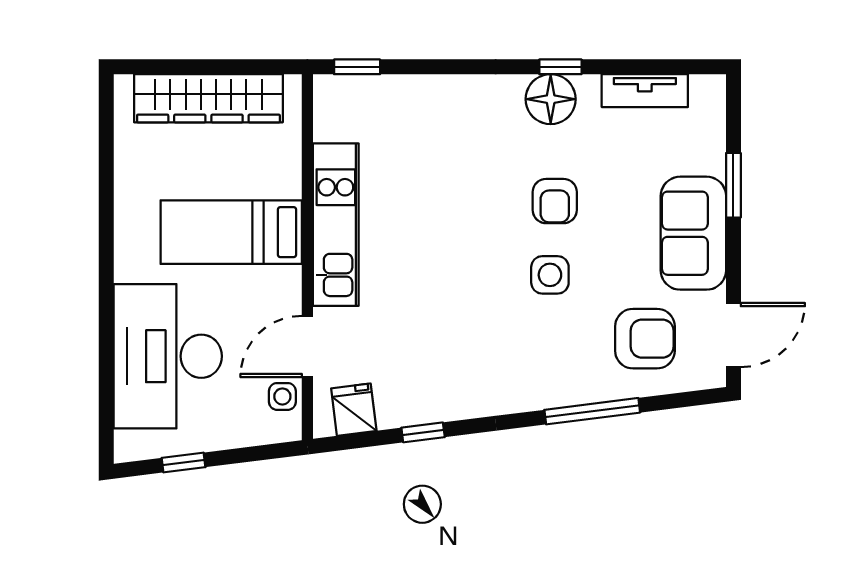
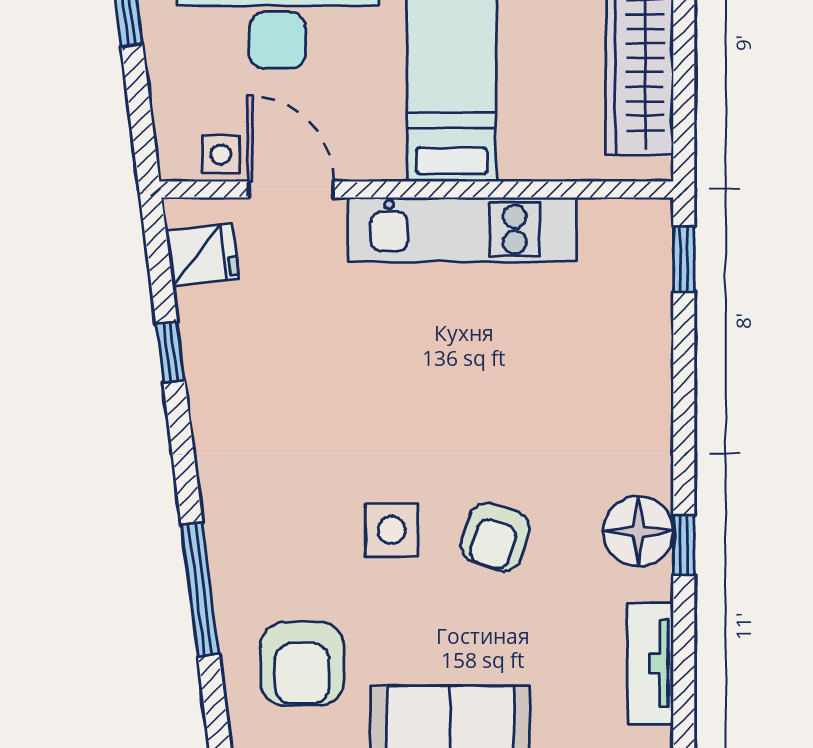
armchair: (555, 201) -> (495, 537), turned -72

